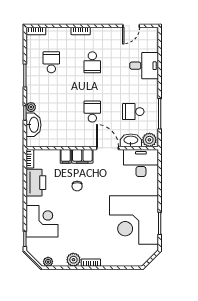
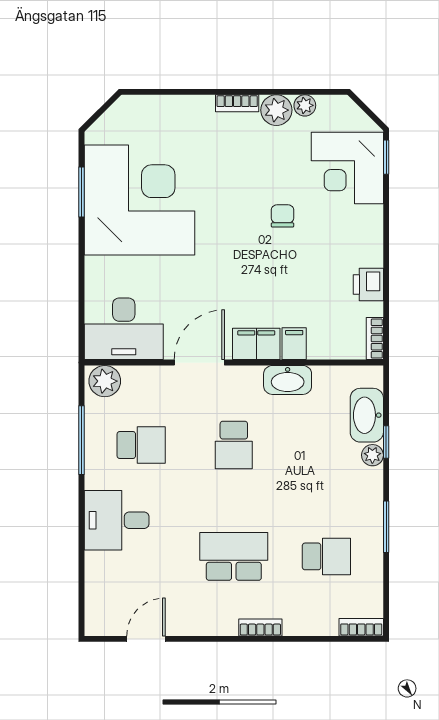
school desk: (51, 62) -> (326, 556), turned -90
school desk: (92, 62) -> (234, 556), width x1.85
desk: (144, 66) -> (117, 520), moved
washbasin: (131, 140) -> (288, 380), moved
door: (108, 148) -> (199, 363), swing flipped
printer: (36, 183) -> (368, 284), width x0.53, depth x0.68
chair: (77, 186) -> (282, 216), moved
corner desk: (42, 221) -> (347, 168), moved
plant: (48, 262) -> (305, 105), moved

